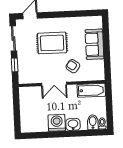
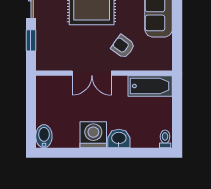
bidet: (93, 122) -> (44, 136), moved

